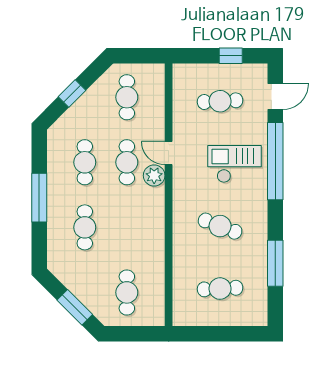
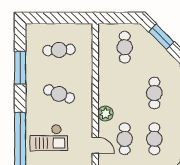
plant: (154, 176) -> (105, 114), moved

